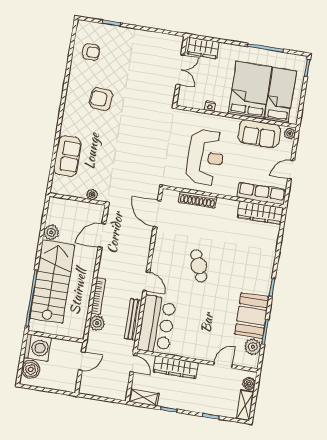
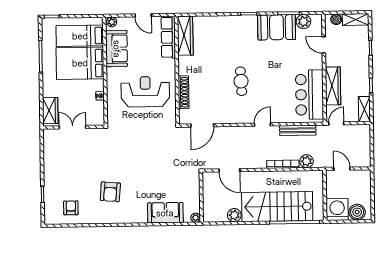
plant: (92, 195) -> (196, 218), moved
cafe table: (199, 266) -> (241, 81), turned -71
bar counter: (157, 325) -> (310, 95), moved, turned -90

